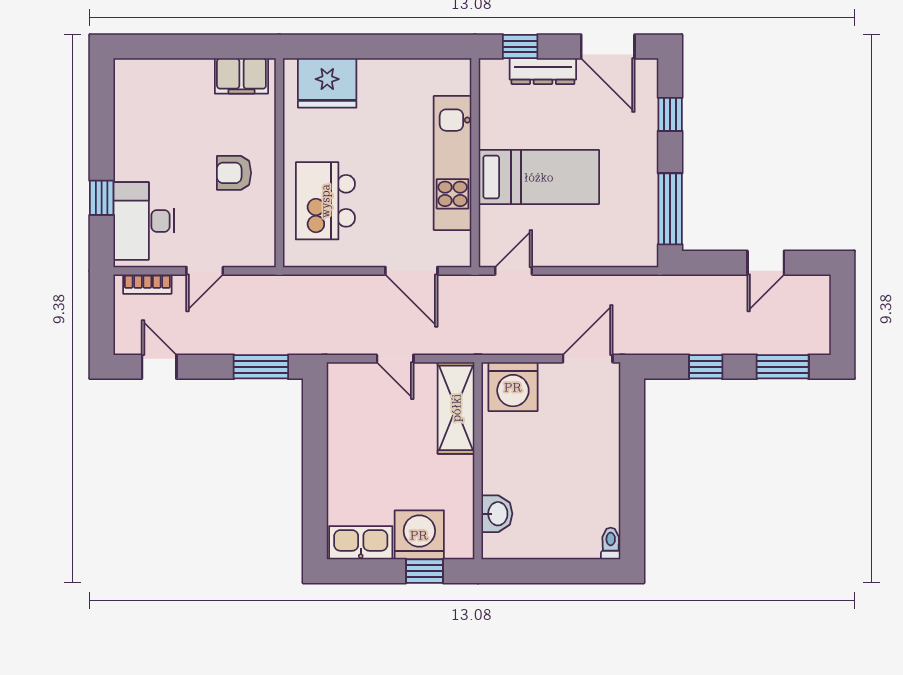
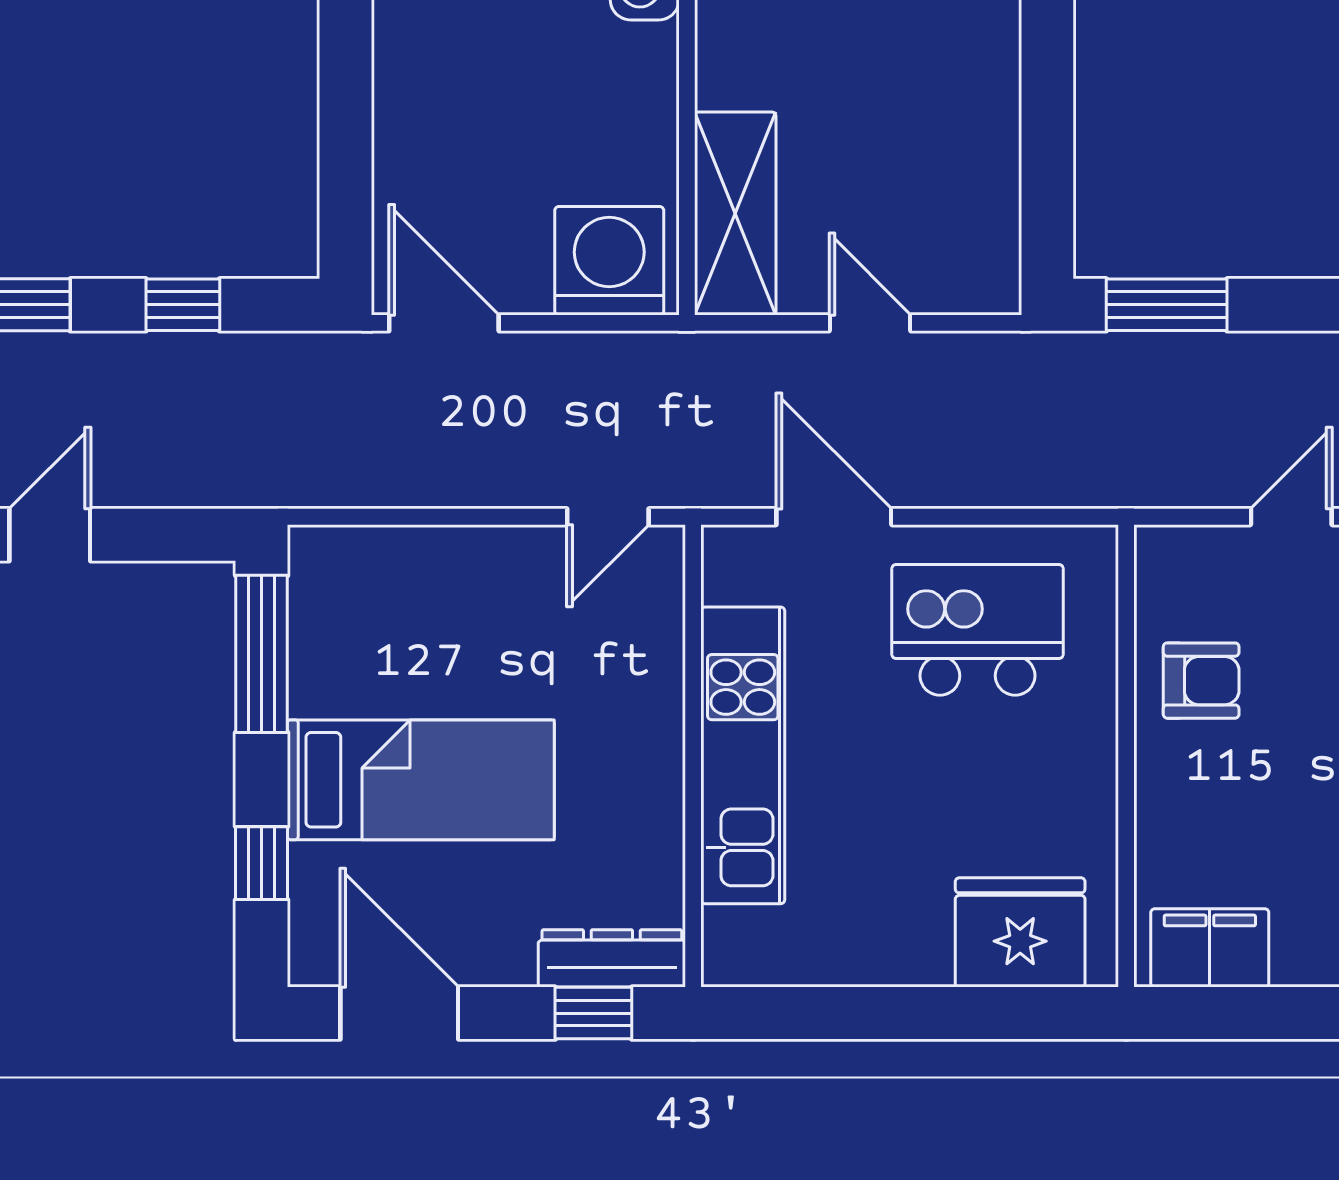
dresser: (543, 71) -> (612, 958), moved
armchair: (234, 173) -> (1201, 681), moved
bed: (539, 177) -> (421, 780), moved, turned 180
kitchen island: (325, 201) -> (978, 630), moved, turned -90
door: (588, 359) -> (444, 323), swing flipped

